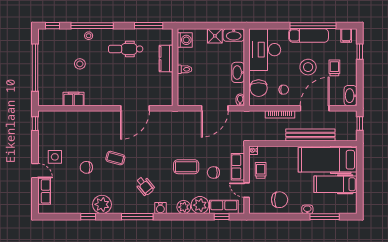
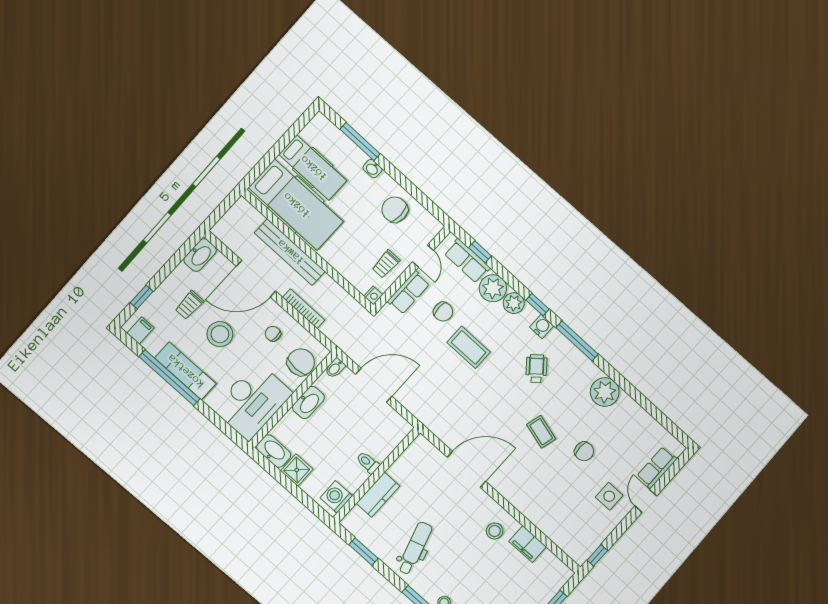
window: (149, 26) -> (363, 552), width x0.69
dental chair: (126, 49) -> (415, 548), turned -107
stool: (80, 64) -> (495, 531), moved
window: (360, 123) -> (219, 213), removed
window: (88, 217) -> (538, 305), moved

